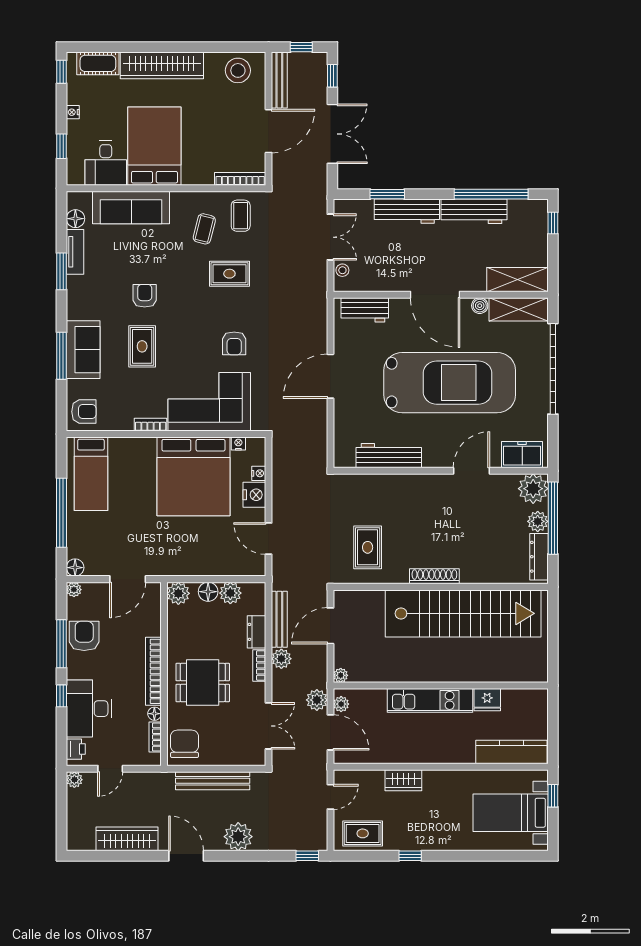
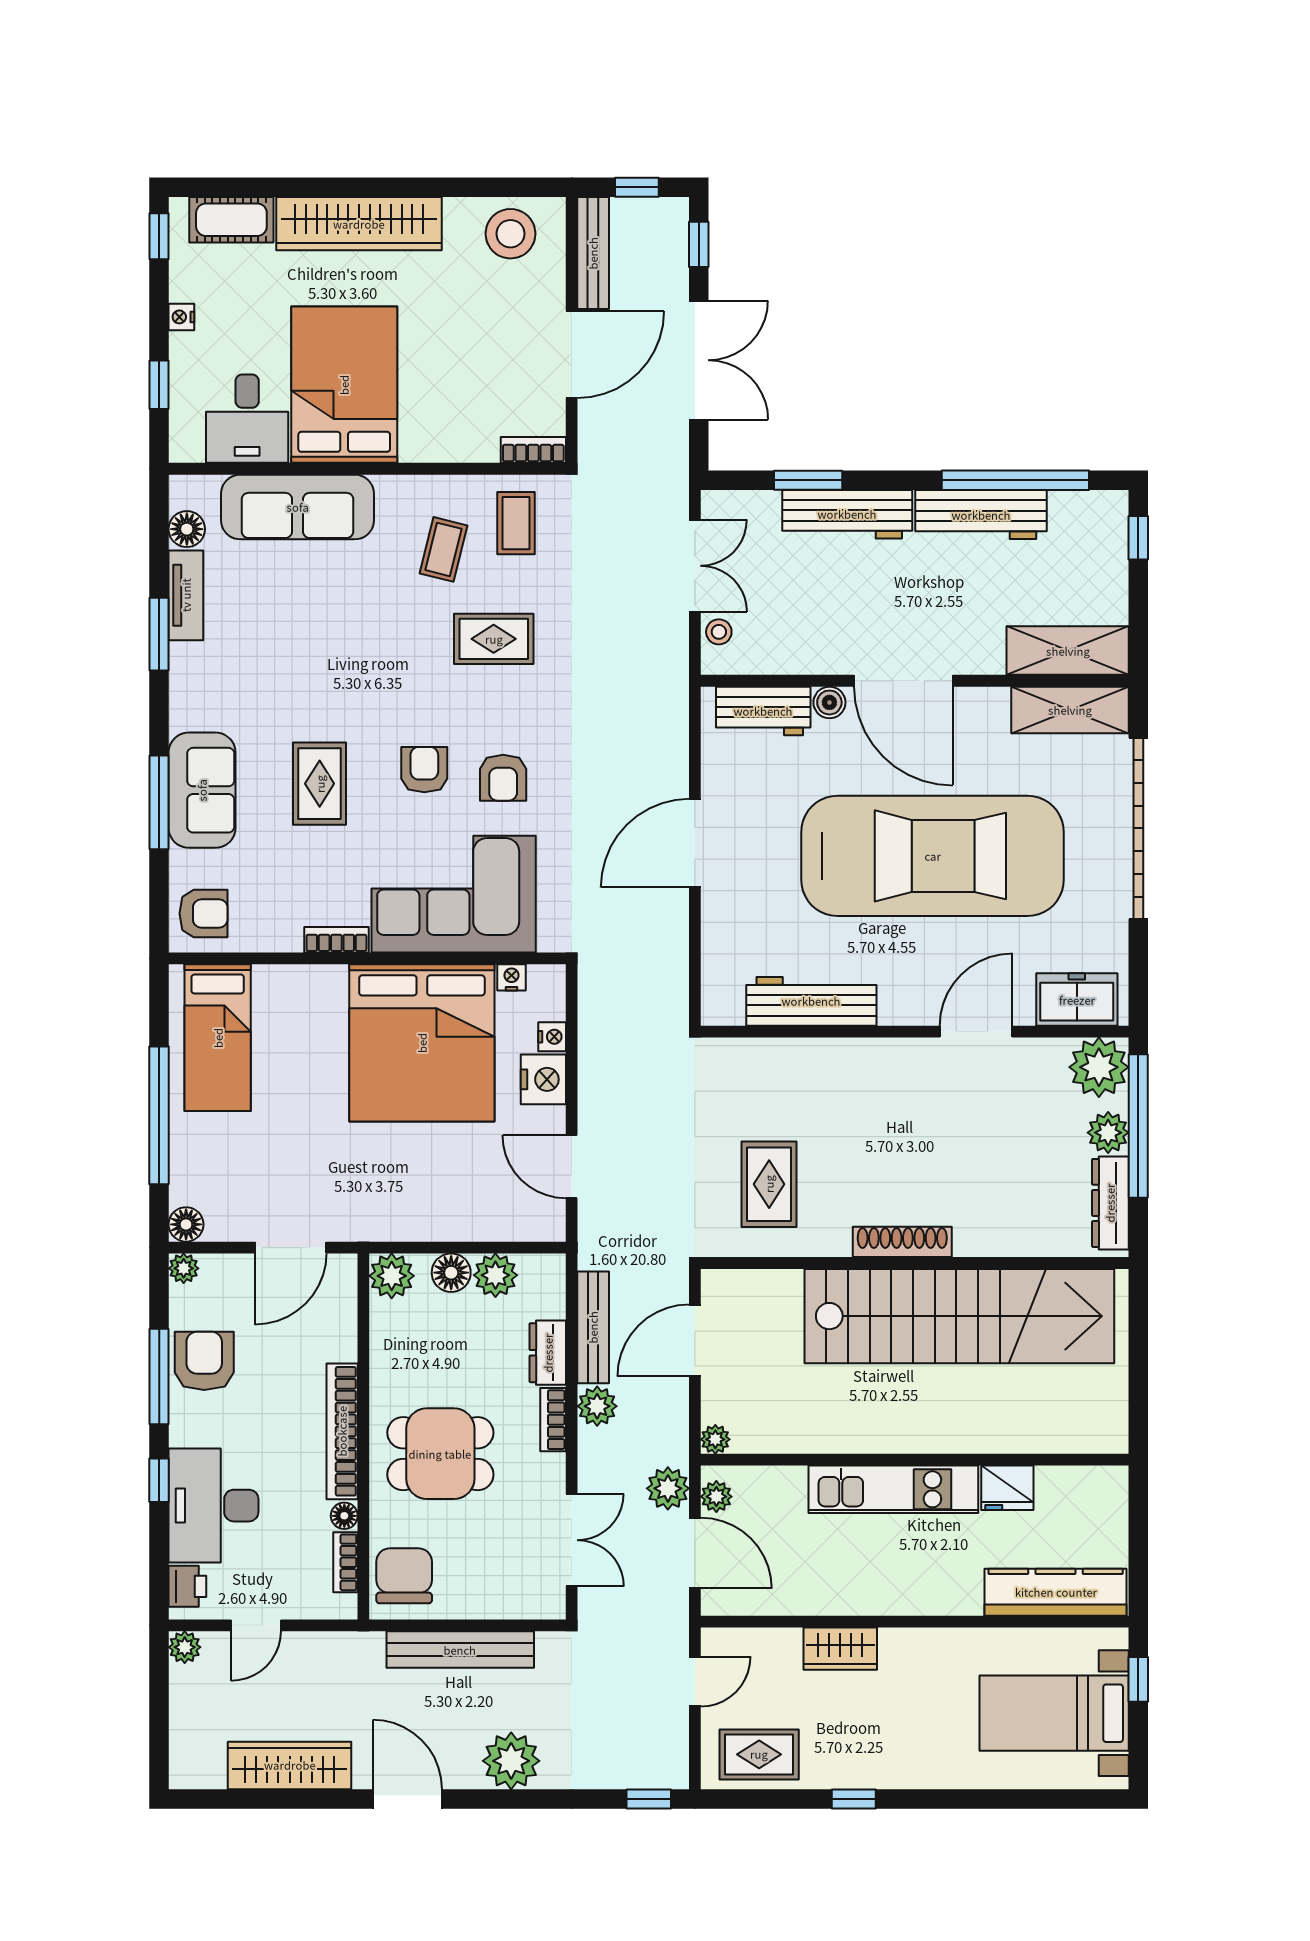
bookcase: (240, 179) -> (533, 450), width x0.64
armchair: (145, 296) -> (424, 770), moved
boiler: (480, 306) -> (829, 702), moved

